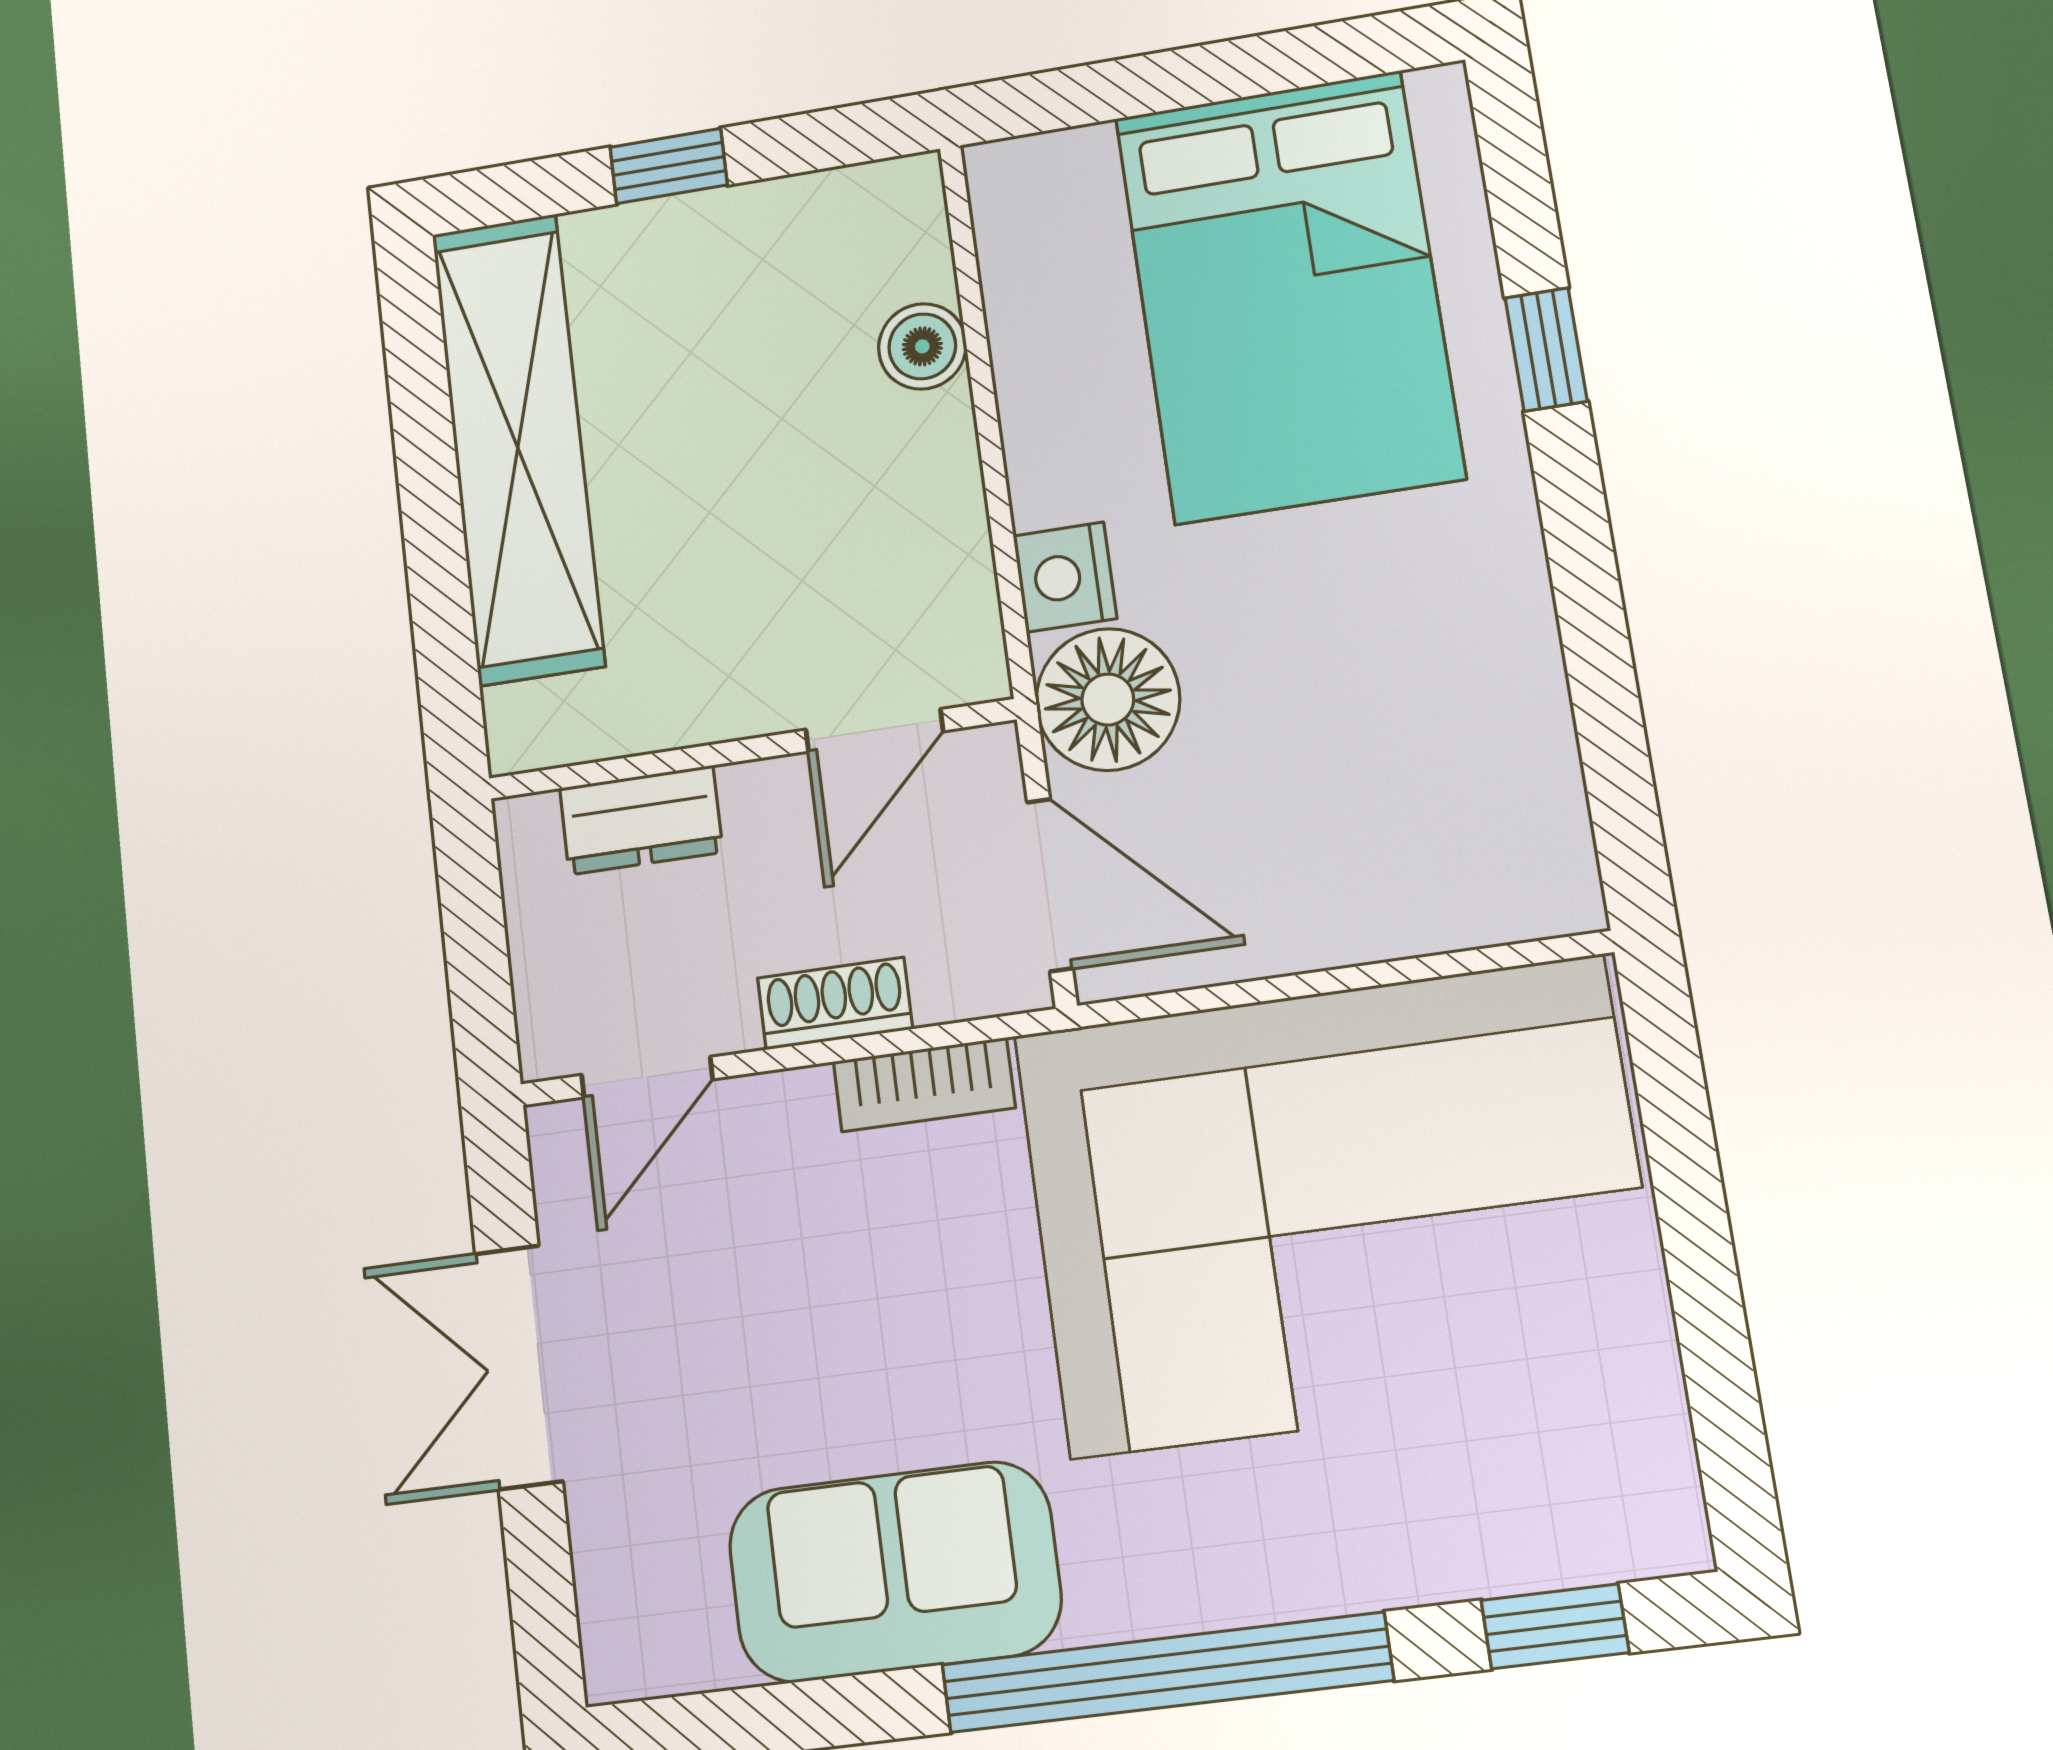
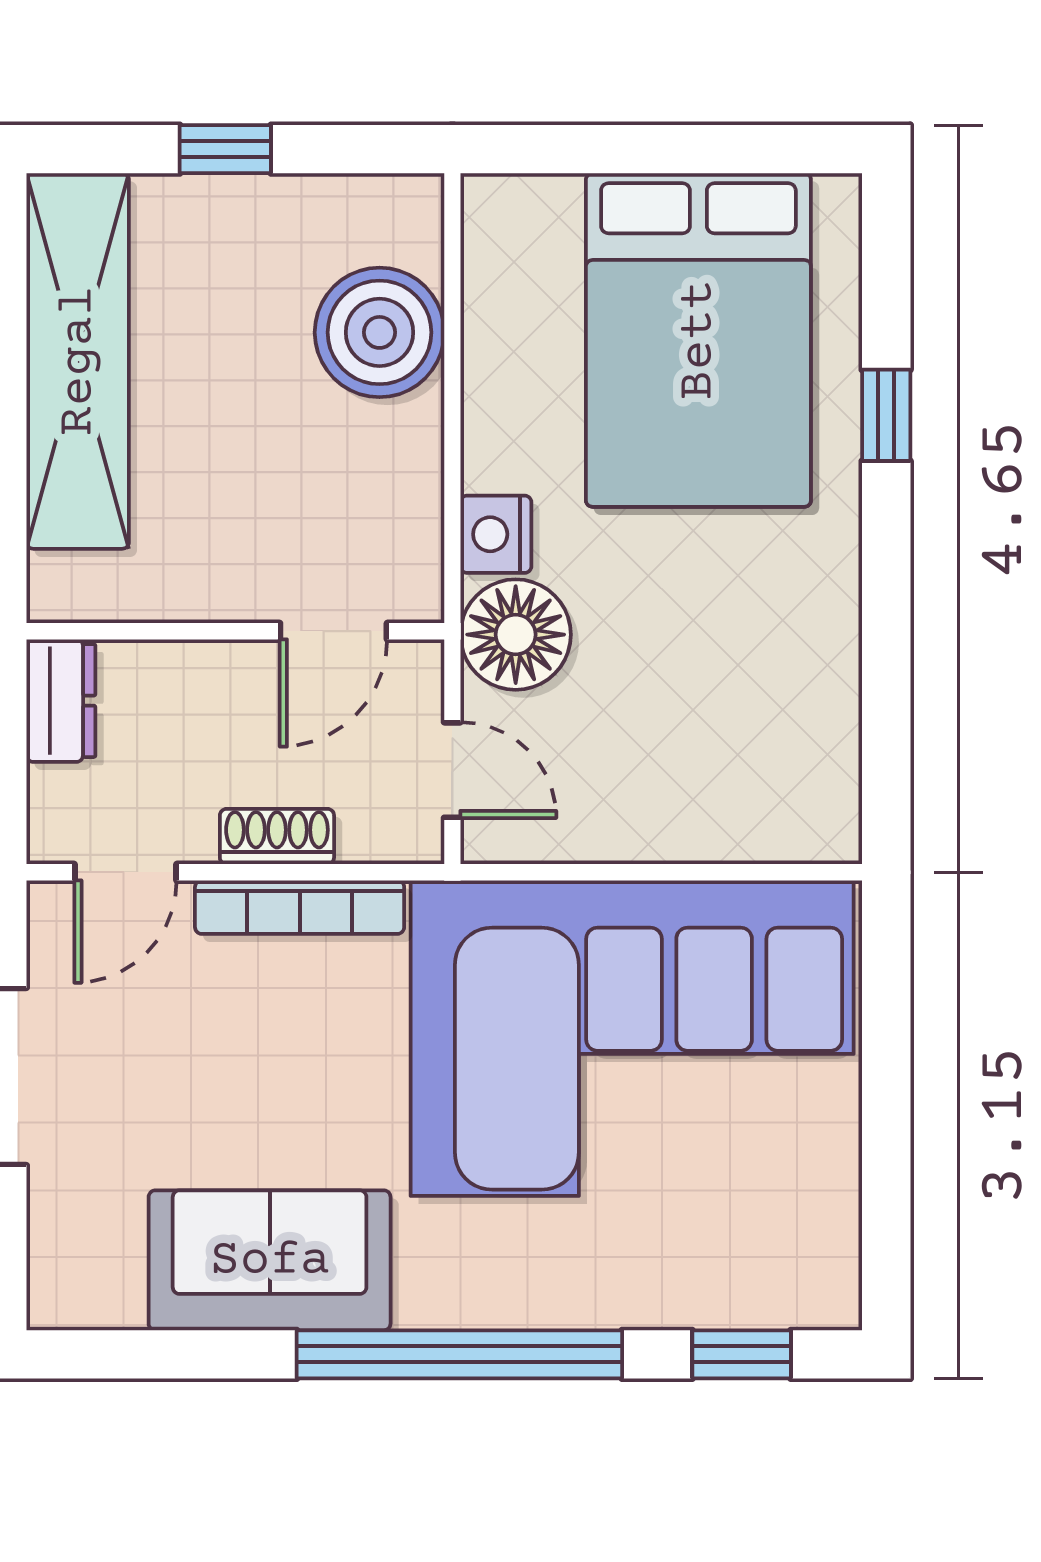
boiler: (922, 346) -> (380, 332), width x1.86, depth x1.86
dresser: (641, 820) -> (61, 701), moved, turned -90
door: (1050, 885) -> (452, 770), width x0.73
bookcase: (924, 1085) -> (300, 907), width x1.56

